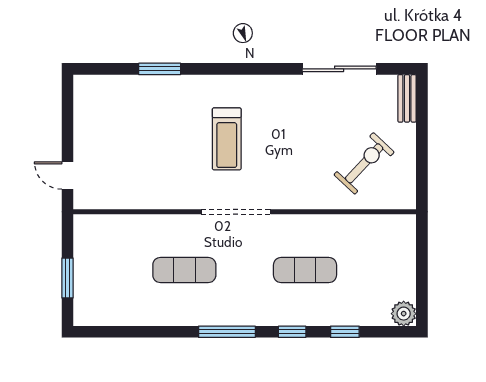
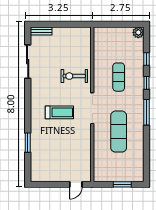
exercise bike: (364, 163) -> (74, 76), moved, turned -43
exercise mat: (184, 270) -> (119, 132), width x1.36, depth x1.45

